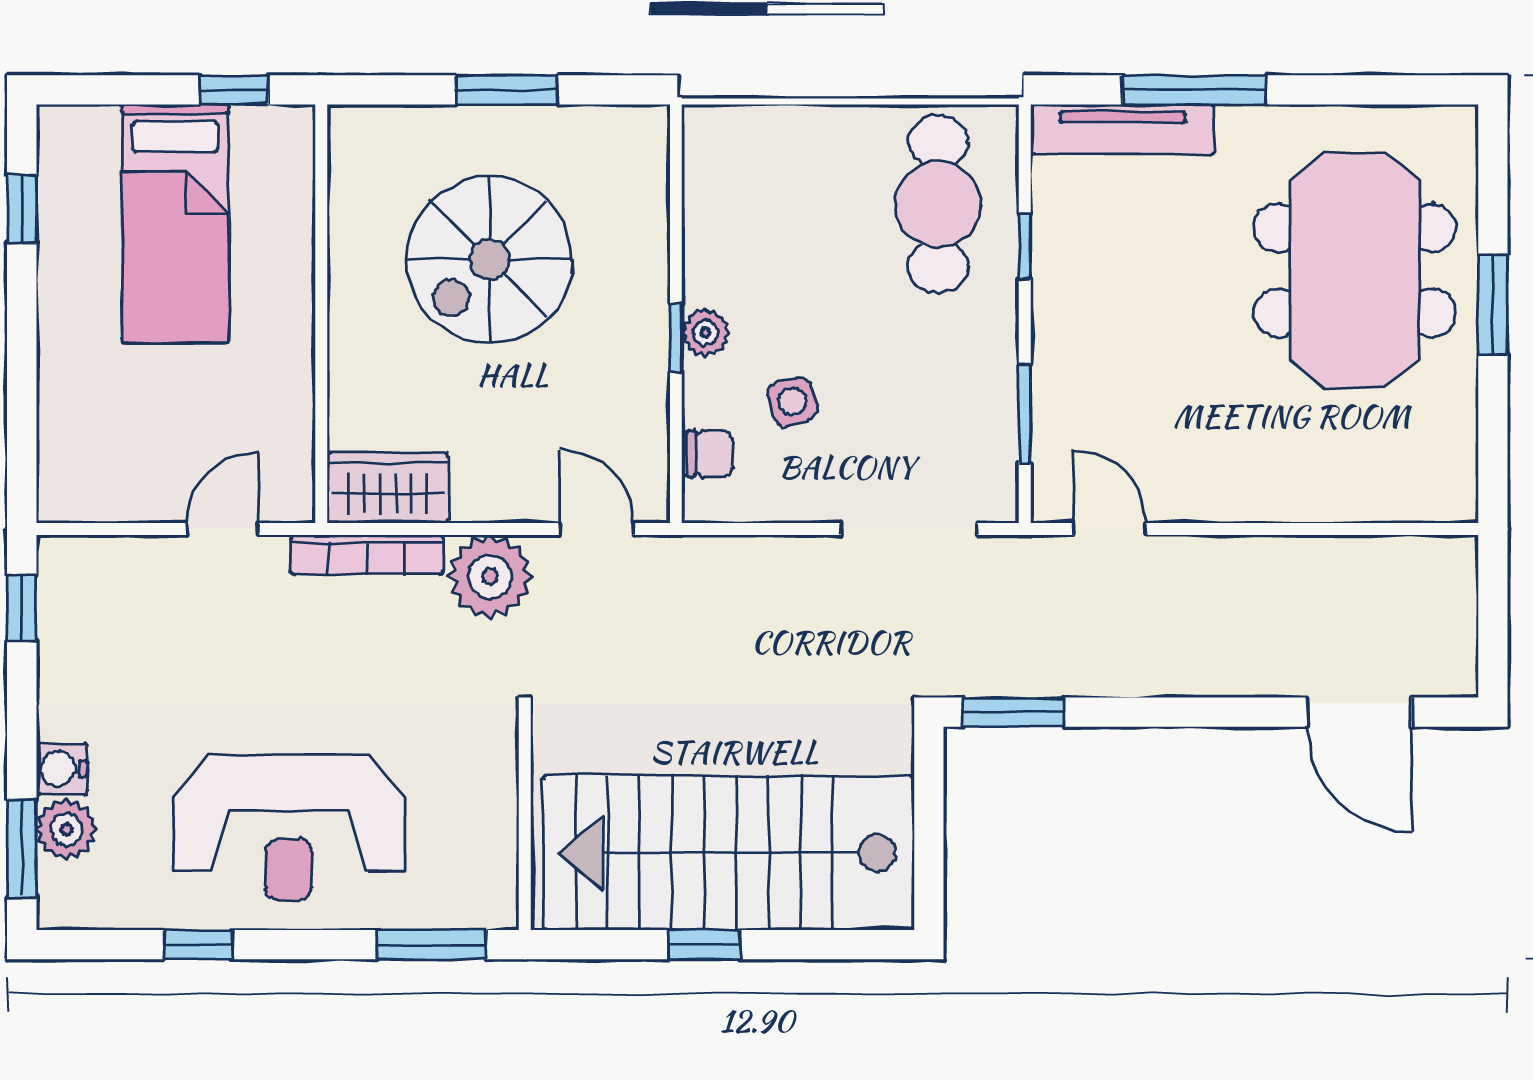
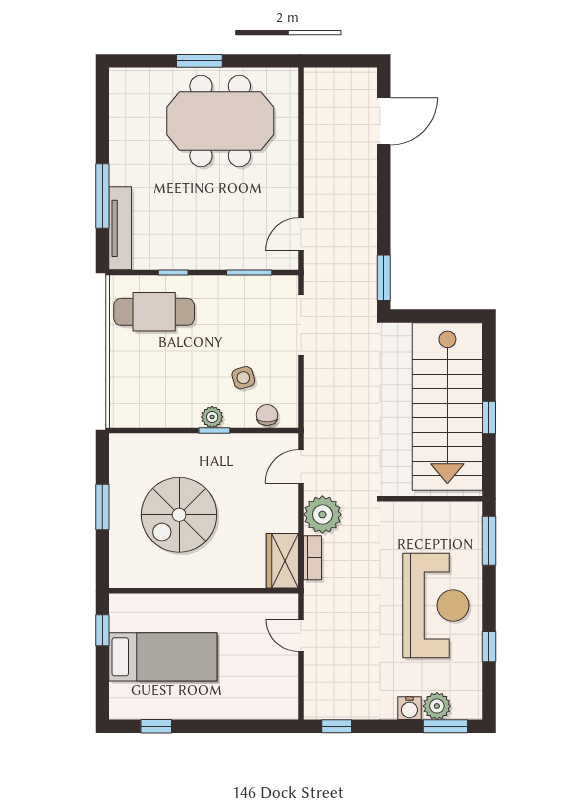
spiral stairs: (489, 259) -> (179, 515), turned 90
meeting table: (1355, 270) -> (220, 121), moved
bookcase: (367, 554) -> (312, 558), width x0.64

